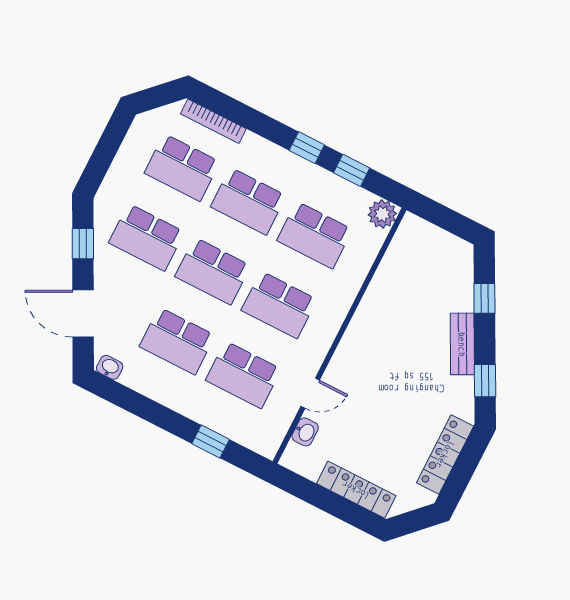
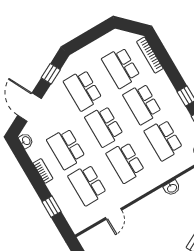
door: (310, 393) -> (113, 214), hinge flipped
bookcase: (164, 396) -> (43, 171), added
washbasin: (305, 432) -> (172, 188), moved

